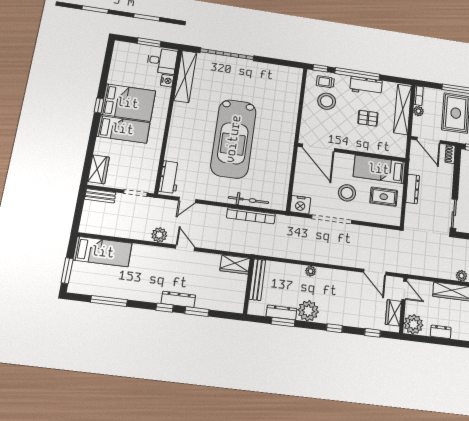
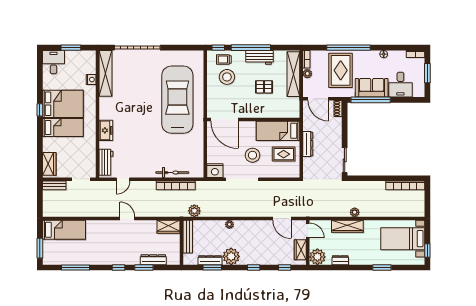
desk: (162, 61) -> (53, 62), moved, turned -90
car: (233, 139) -> (177, 100), moved, turned 180
freezer: (175, 140) -> (106, 130), added
plant: (159, 235) -> (194, 211), moved
dresser: (178, 299) -> (153, 260), moved

